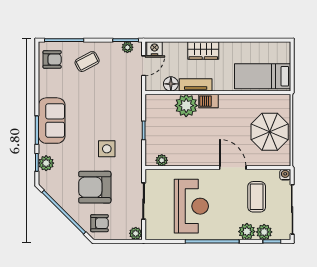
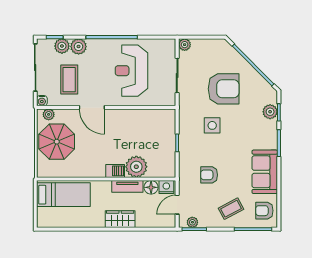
nightstand: (155, 49) -> (166, 187), moved, turned 180
sofa: (52, 121) -> (265, 172), moved
plant: (162, 160) -> (49, 114), moved
armchair: (99, 223) -> (209, 175), moved

